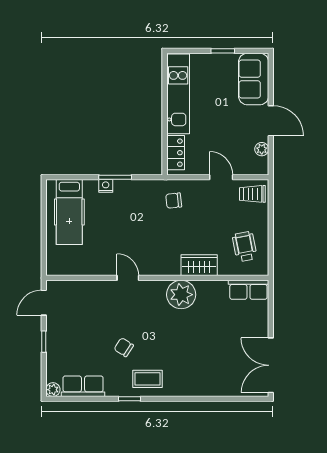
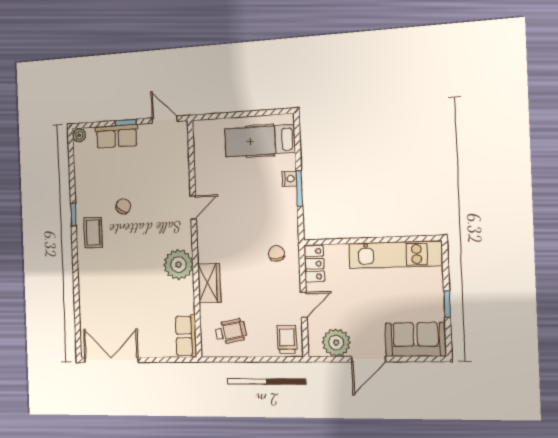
plant: (262, 149) -> (336, 343), width x1.87, depth x1.87
locker: (176, 153) -> (314, 264), moved, turned -90
row of seats: (83, 386) -> (116, 136), moved, turned 90

